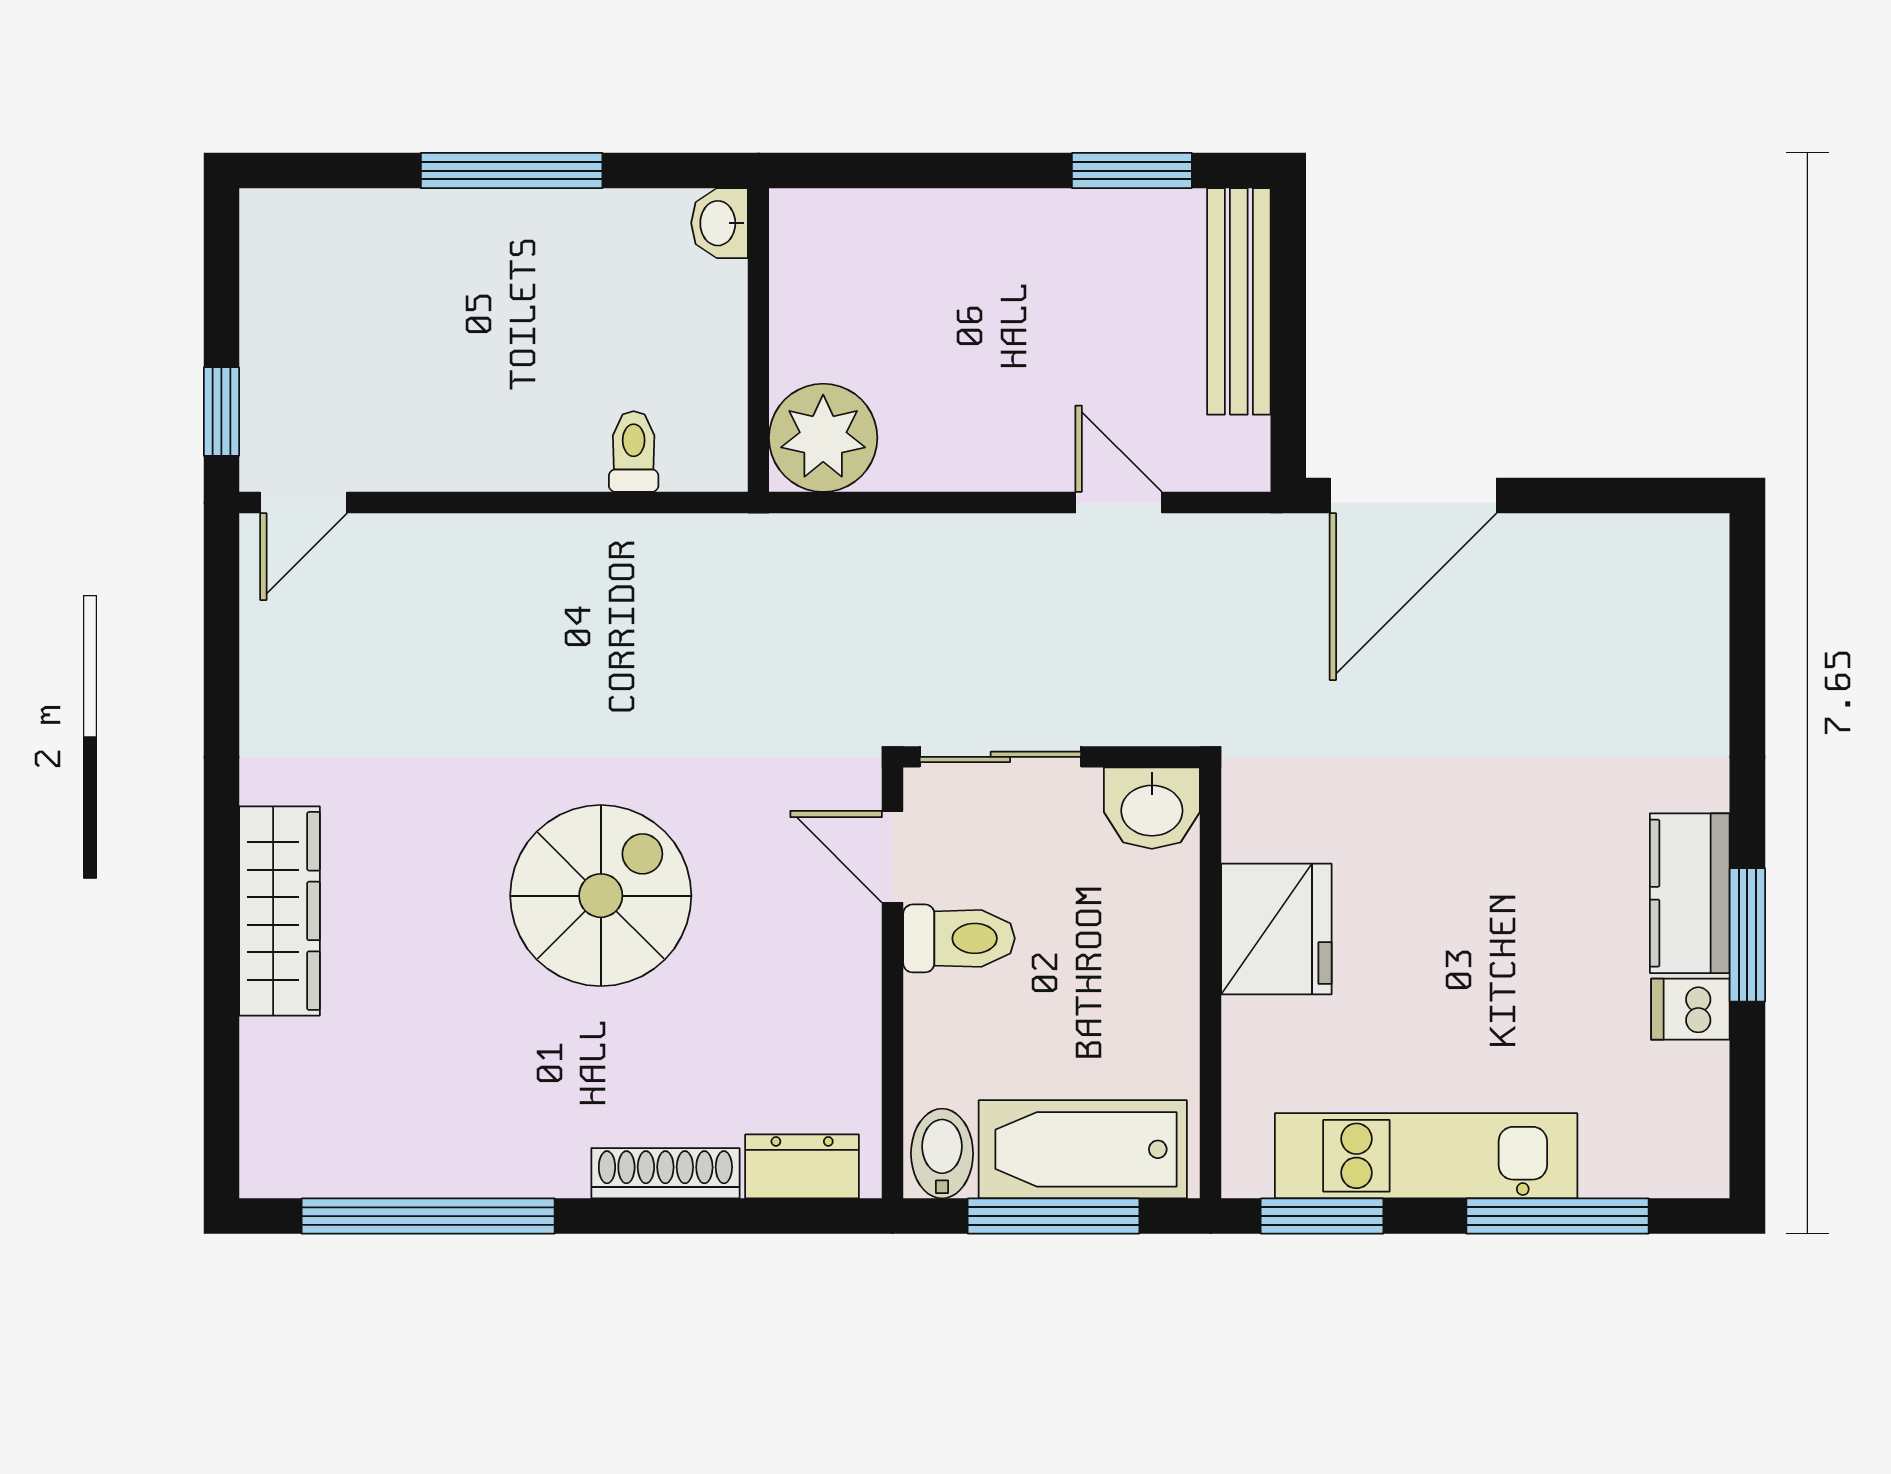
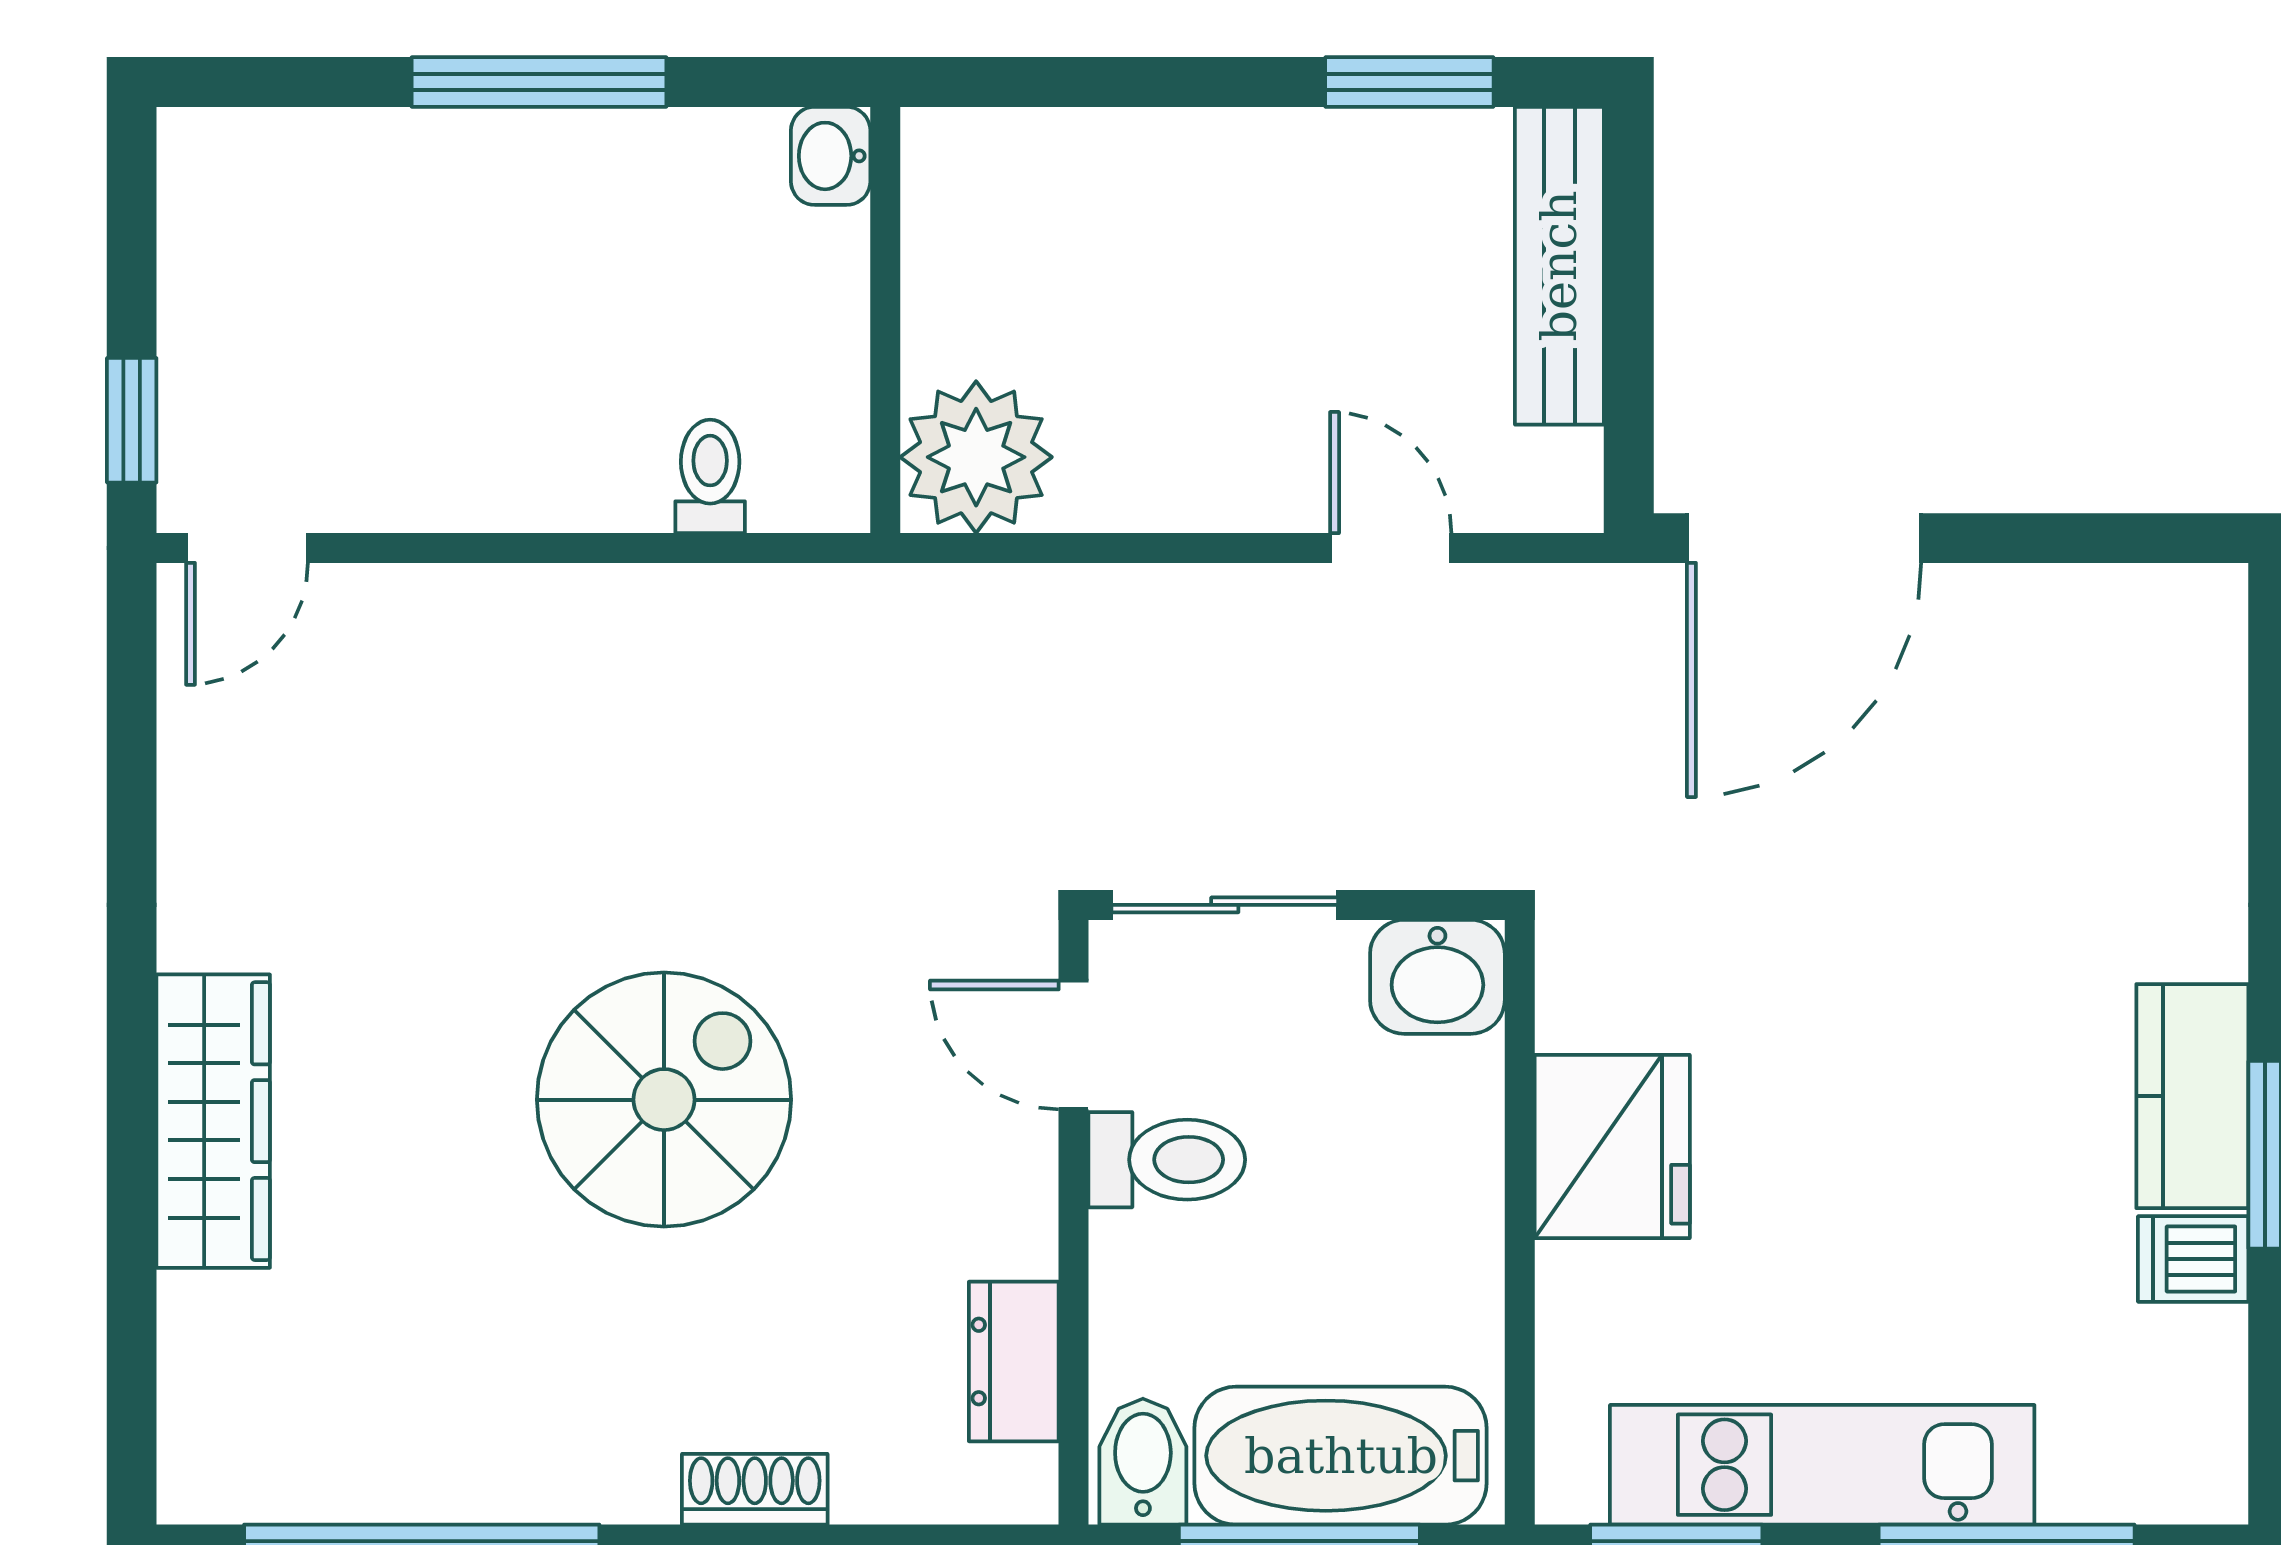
dresser: (802, 1166) -> (1014, 1362), moved, turned -90
shoe rack: (665, 1173) -> (755, 1489), width x0.70

